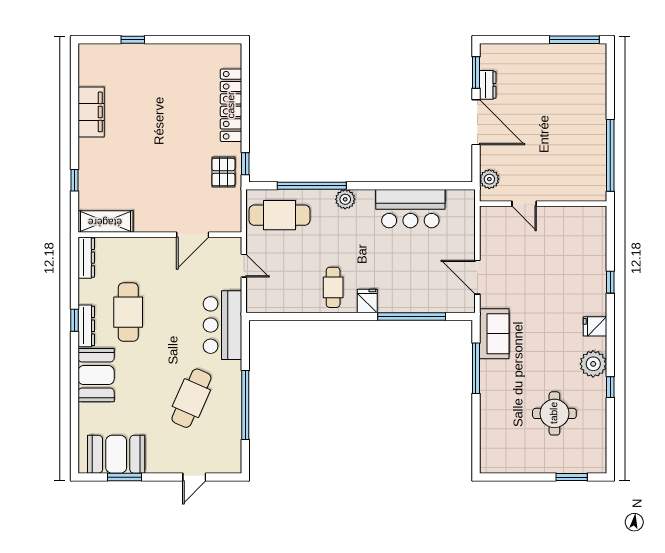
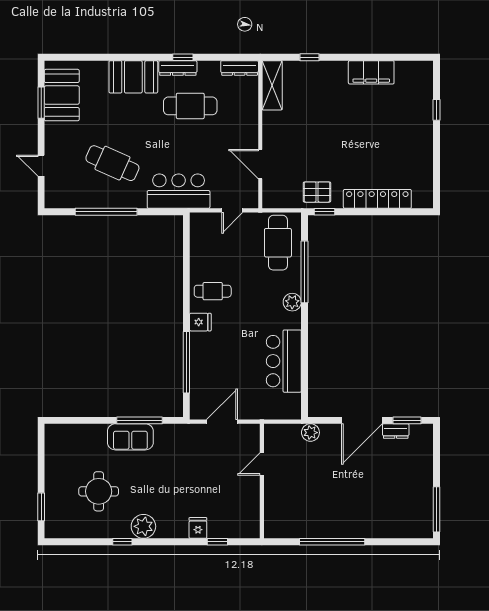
door: (524, 204) -> (262, 464), moved
wall: (543, 204) -> (262, 481), moved
fridge: (595, 326) -> (198, 528), moved
sofa: (494, 334) -> (130, 437), moved

